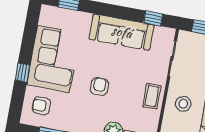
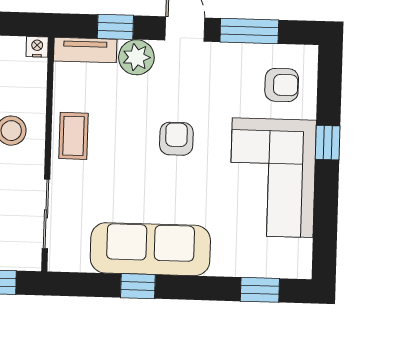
window: (153, 18) -> (138, 286), moved
armchair: (99, 87) -> (176, 139), turned 180

